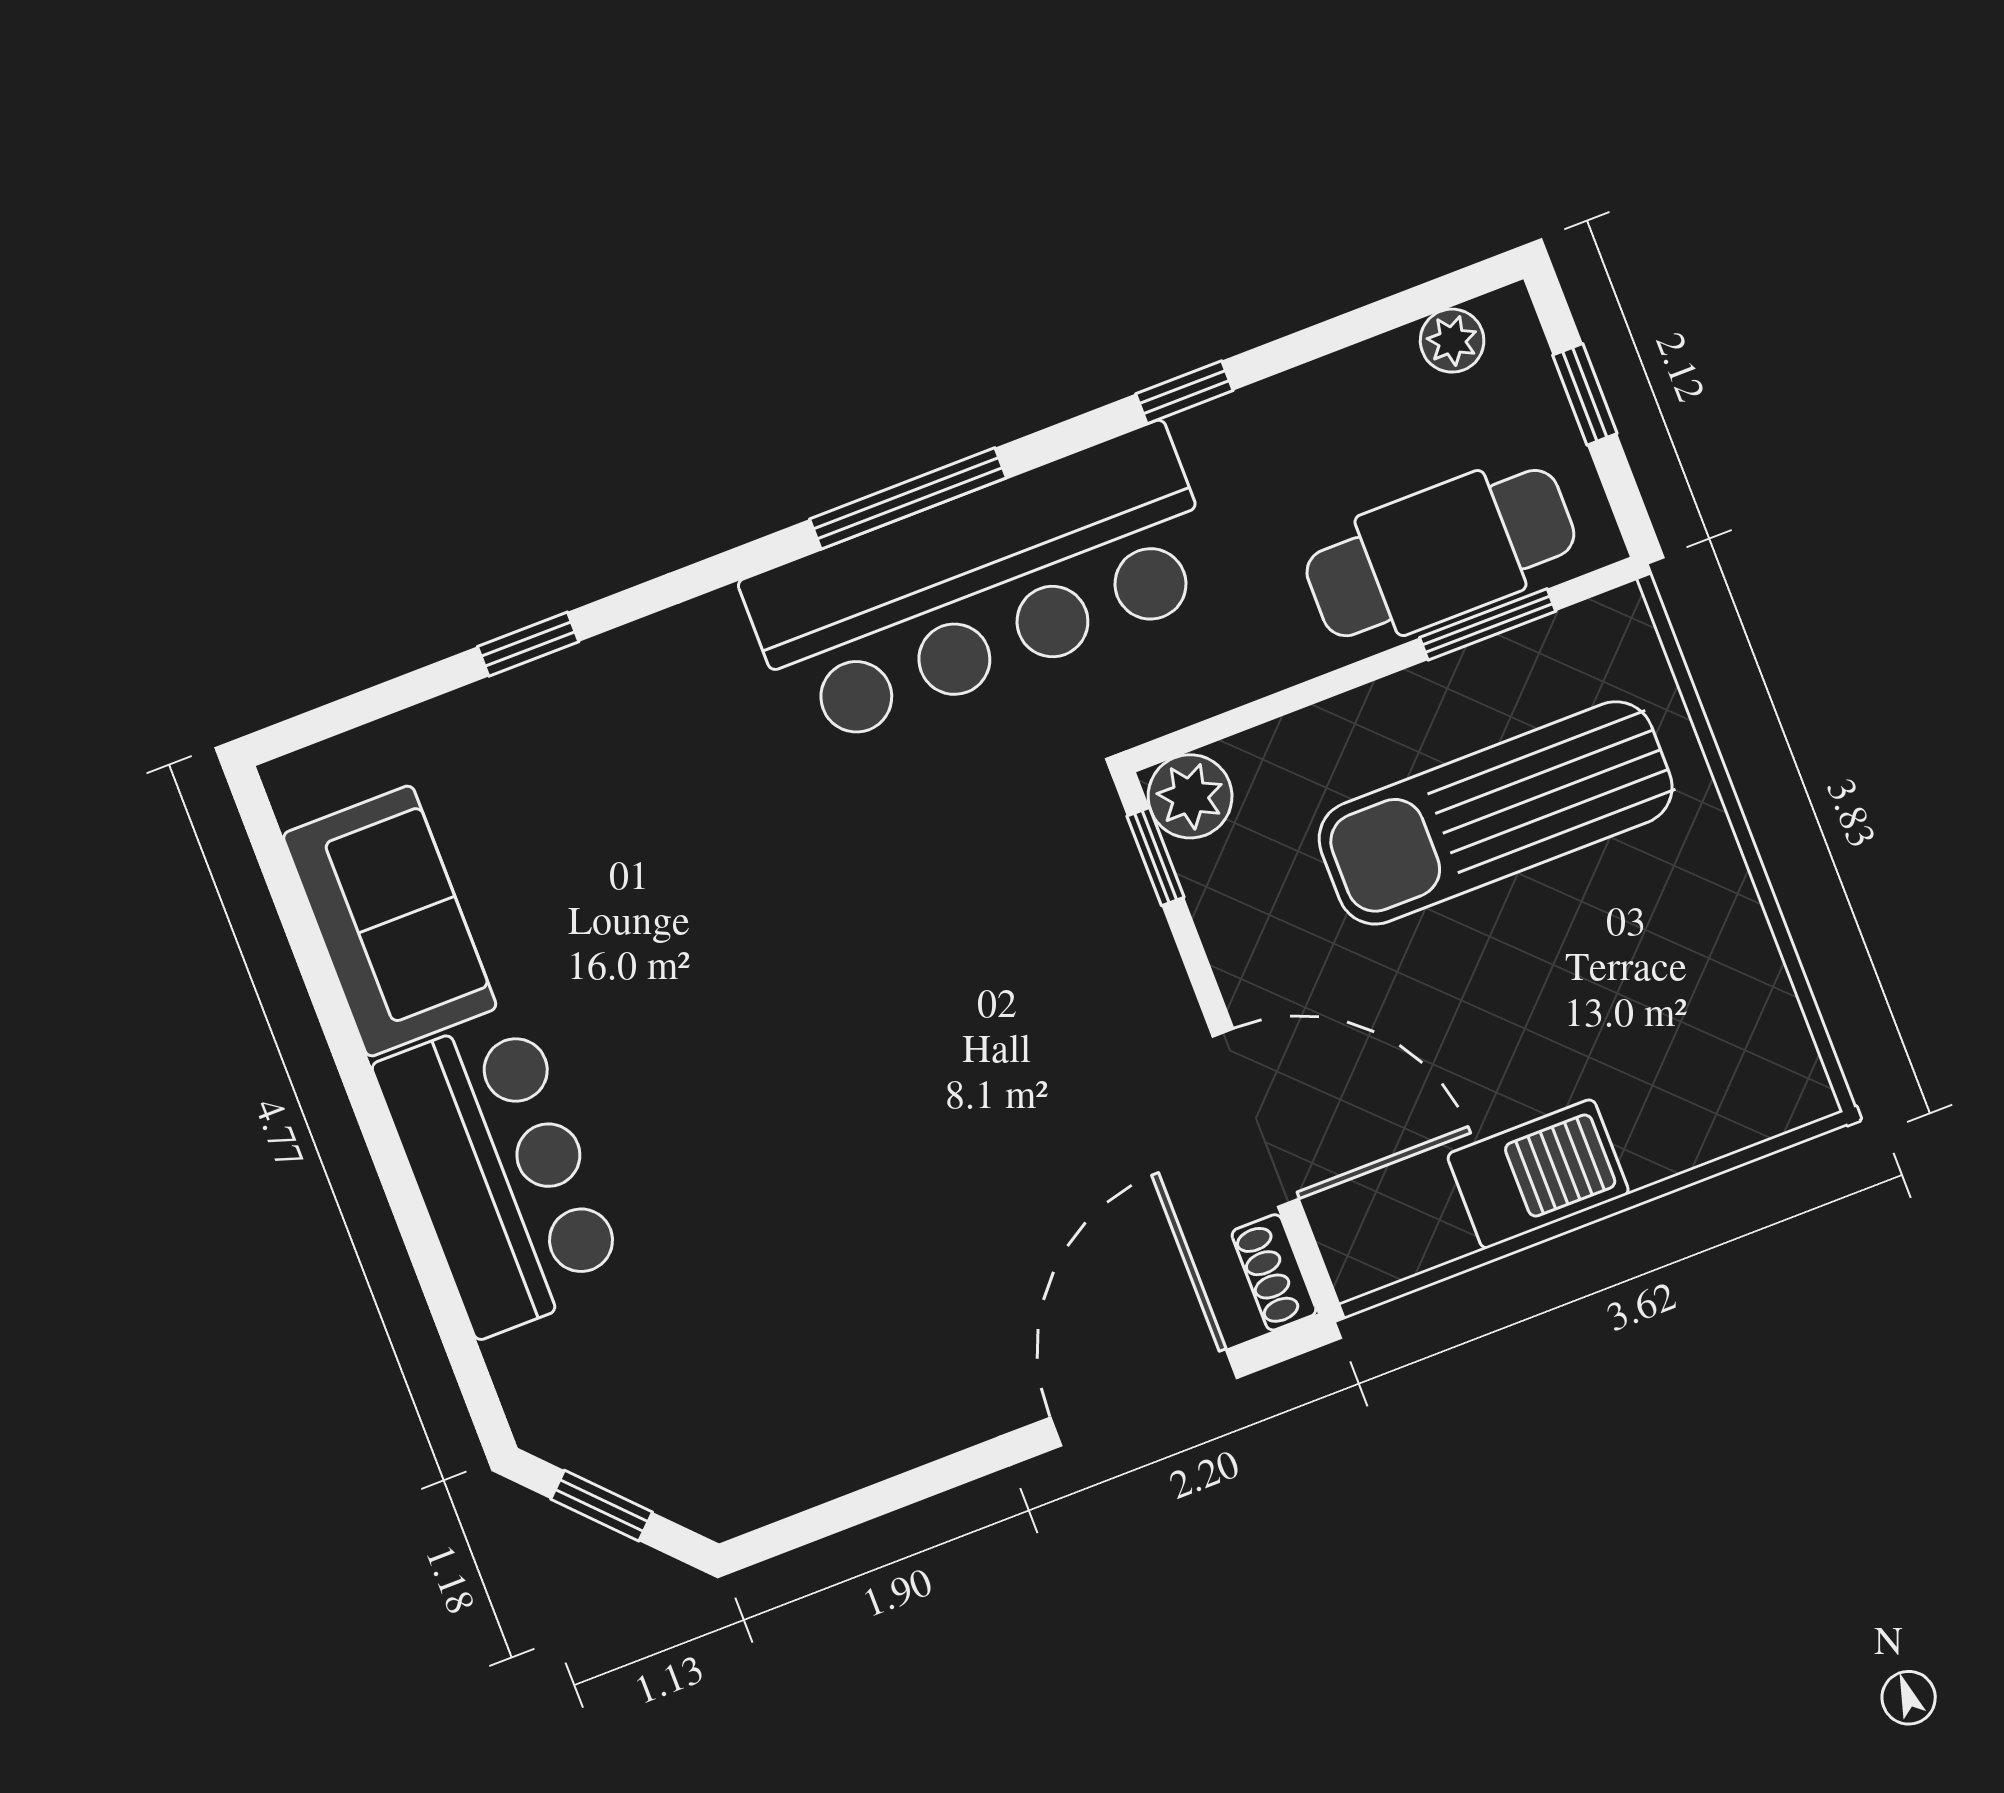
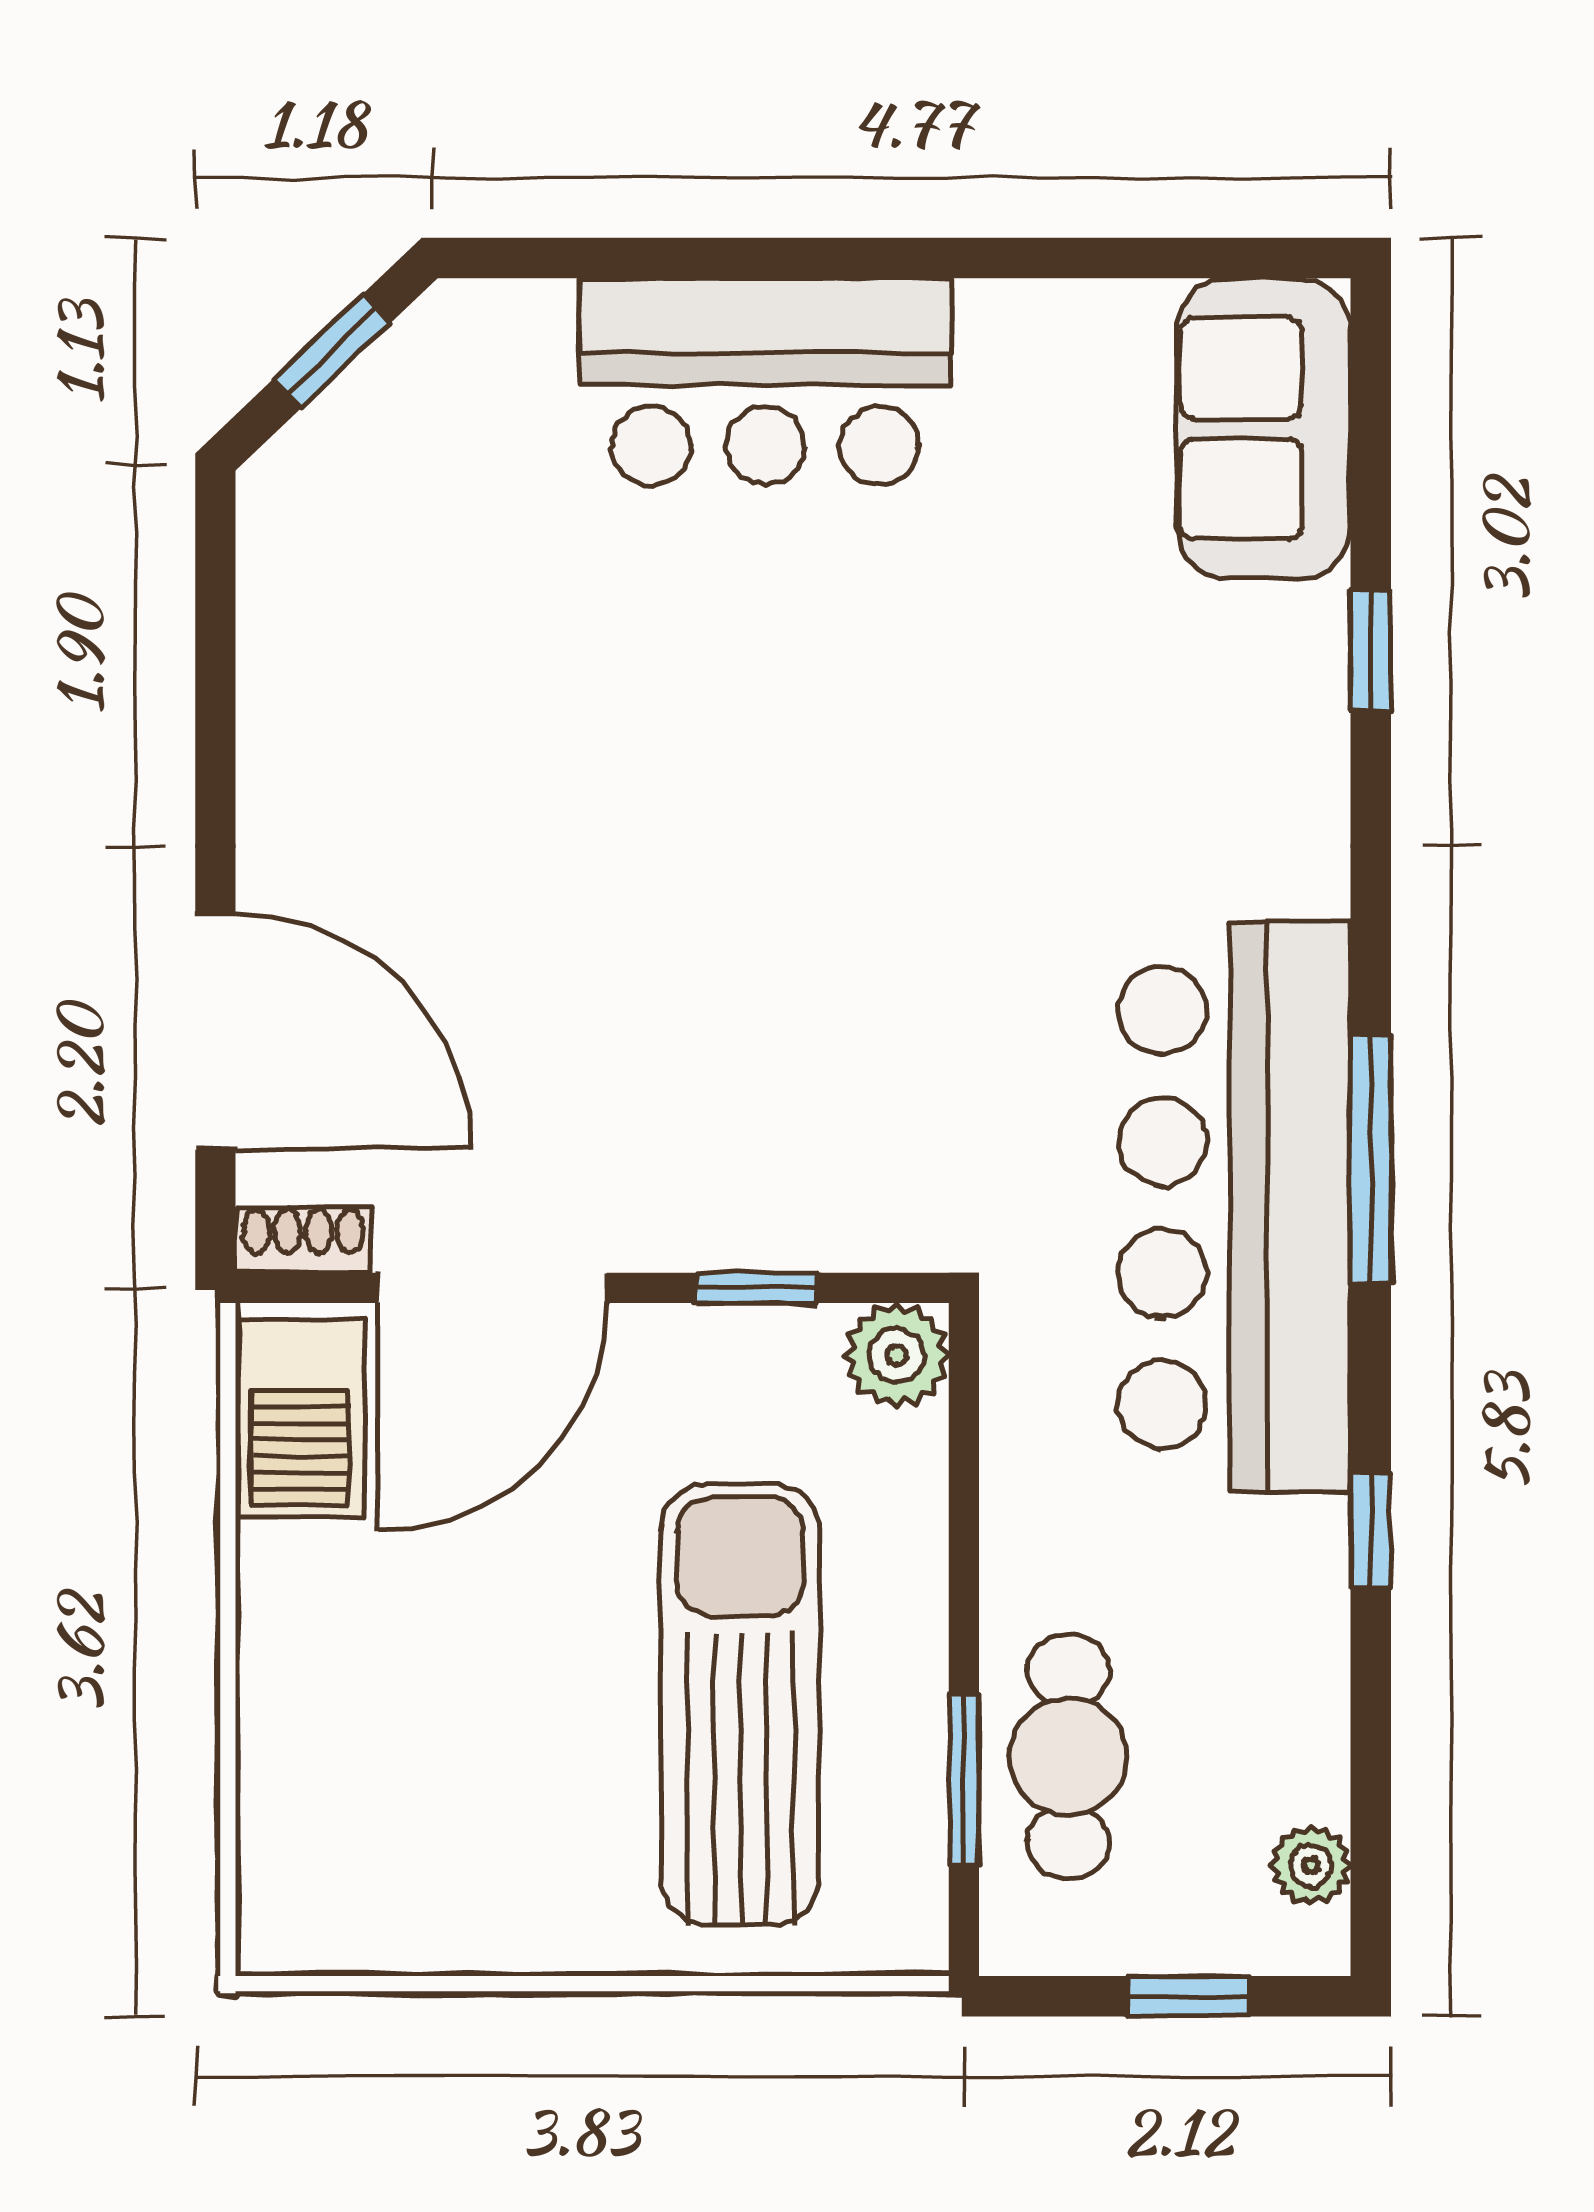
cafe table: (1440, 553) -> (1068, 1757), width x0.73, depth x0.74
window: (1155, 857) -> (757, 1288), moved
sofa: (390, 921) -> (1264, 429), moved, turned 90
barbecue: (1538, 1174) -> (300, 1418), moved

